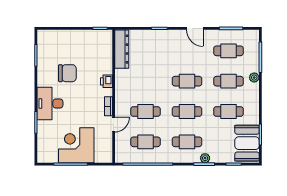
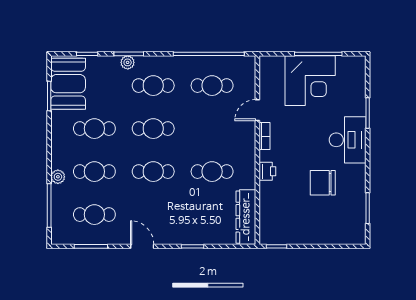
cafe table: (145, 111) -> (212, 172), moved

